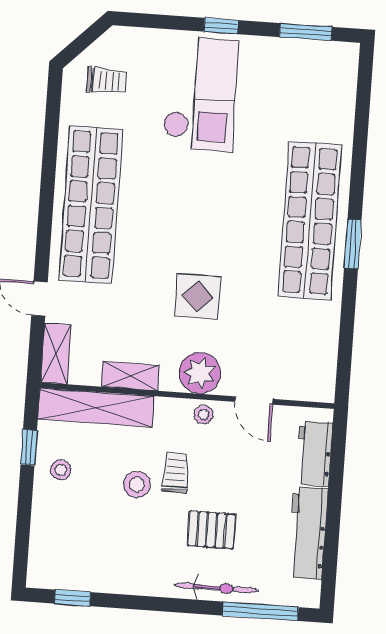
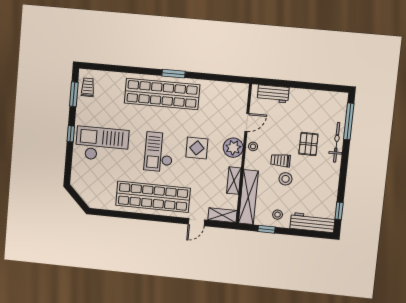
trolley: (107, 81) -> (88, 87), moved
checkout: (187, 216) -> (159, 152), added
workbench: (308, 533) -> (312, 223), moved, turned 180

